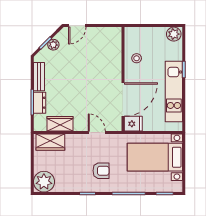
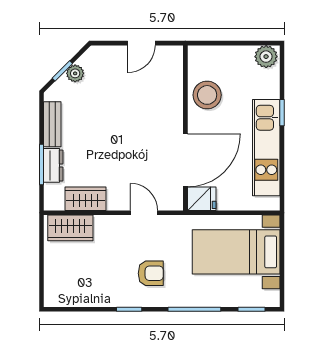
door: (77, 26) -> (141, 43), moved
stool: (137, 58) -> (207, 95), width x1.89, depth x1.89
plant: (44, 182) -> (60, 291), removed

